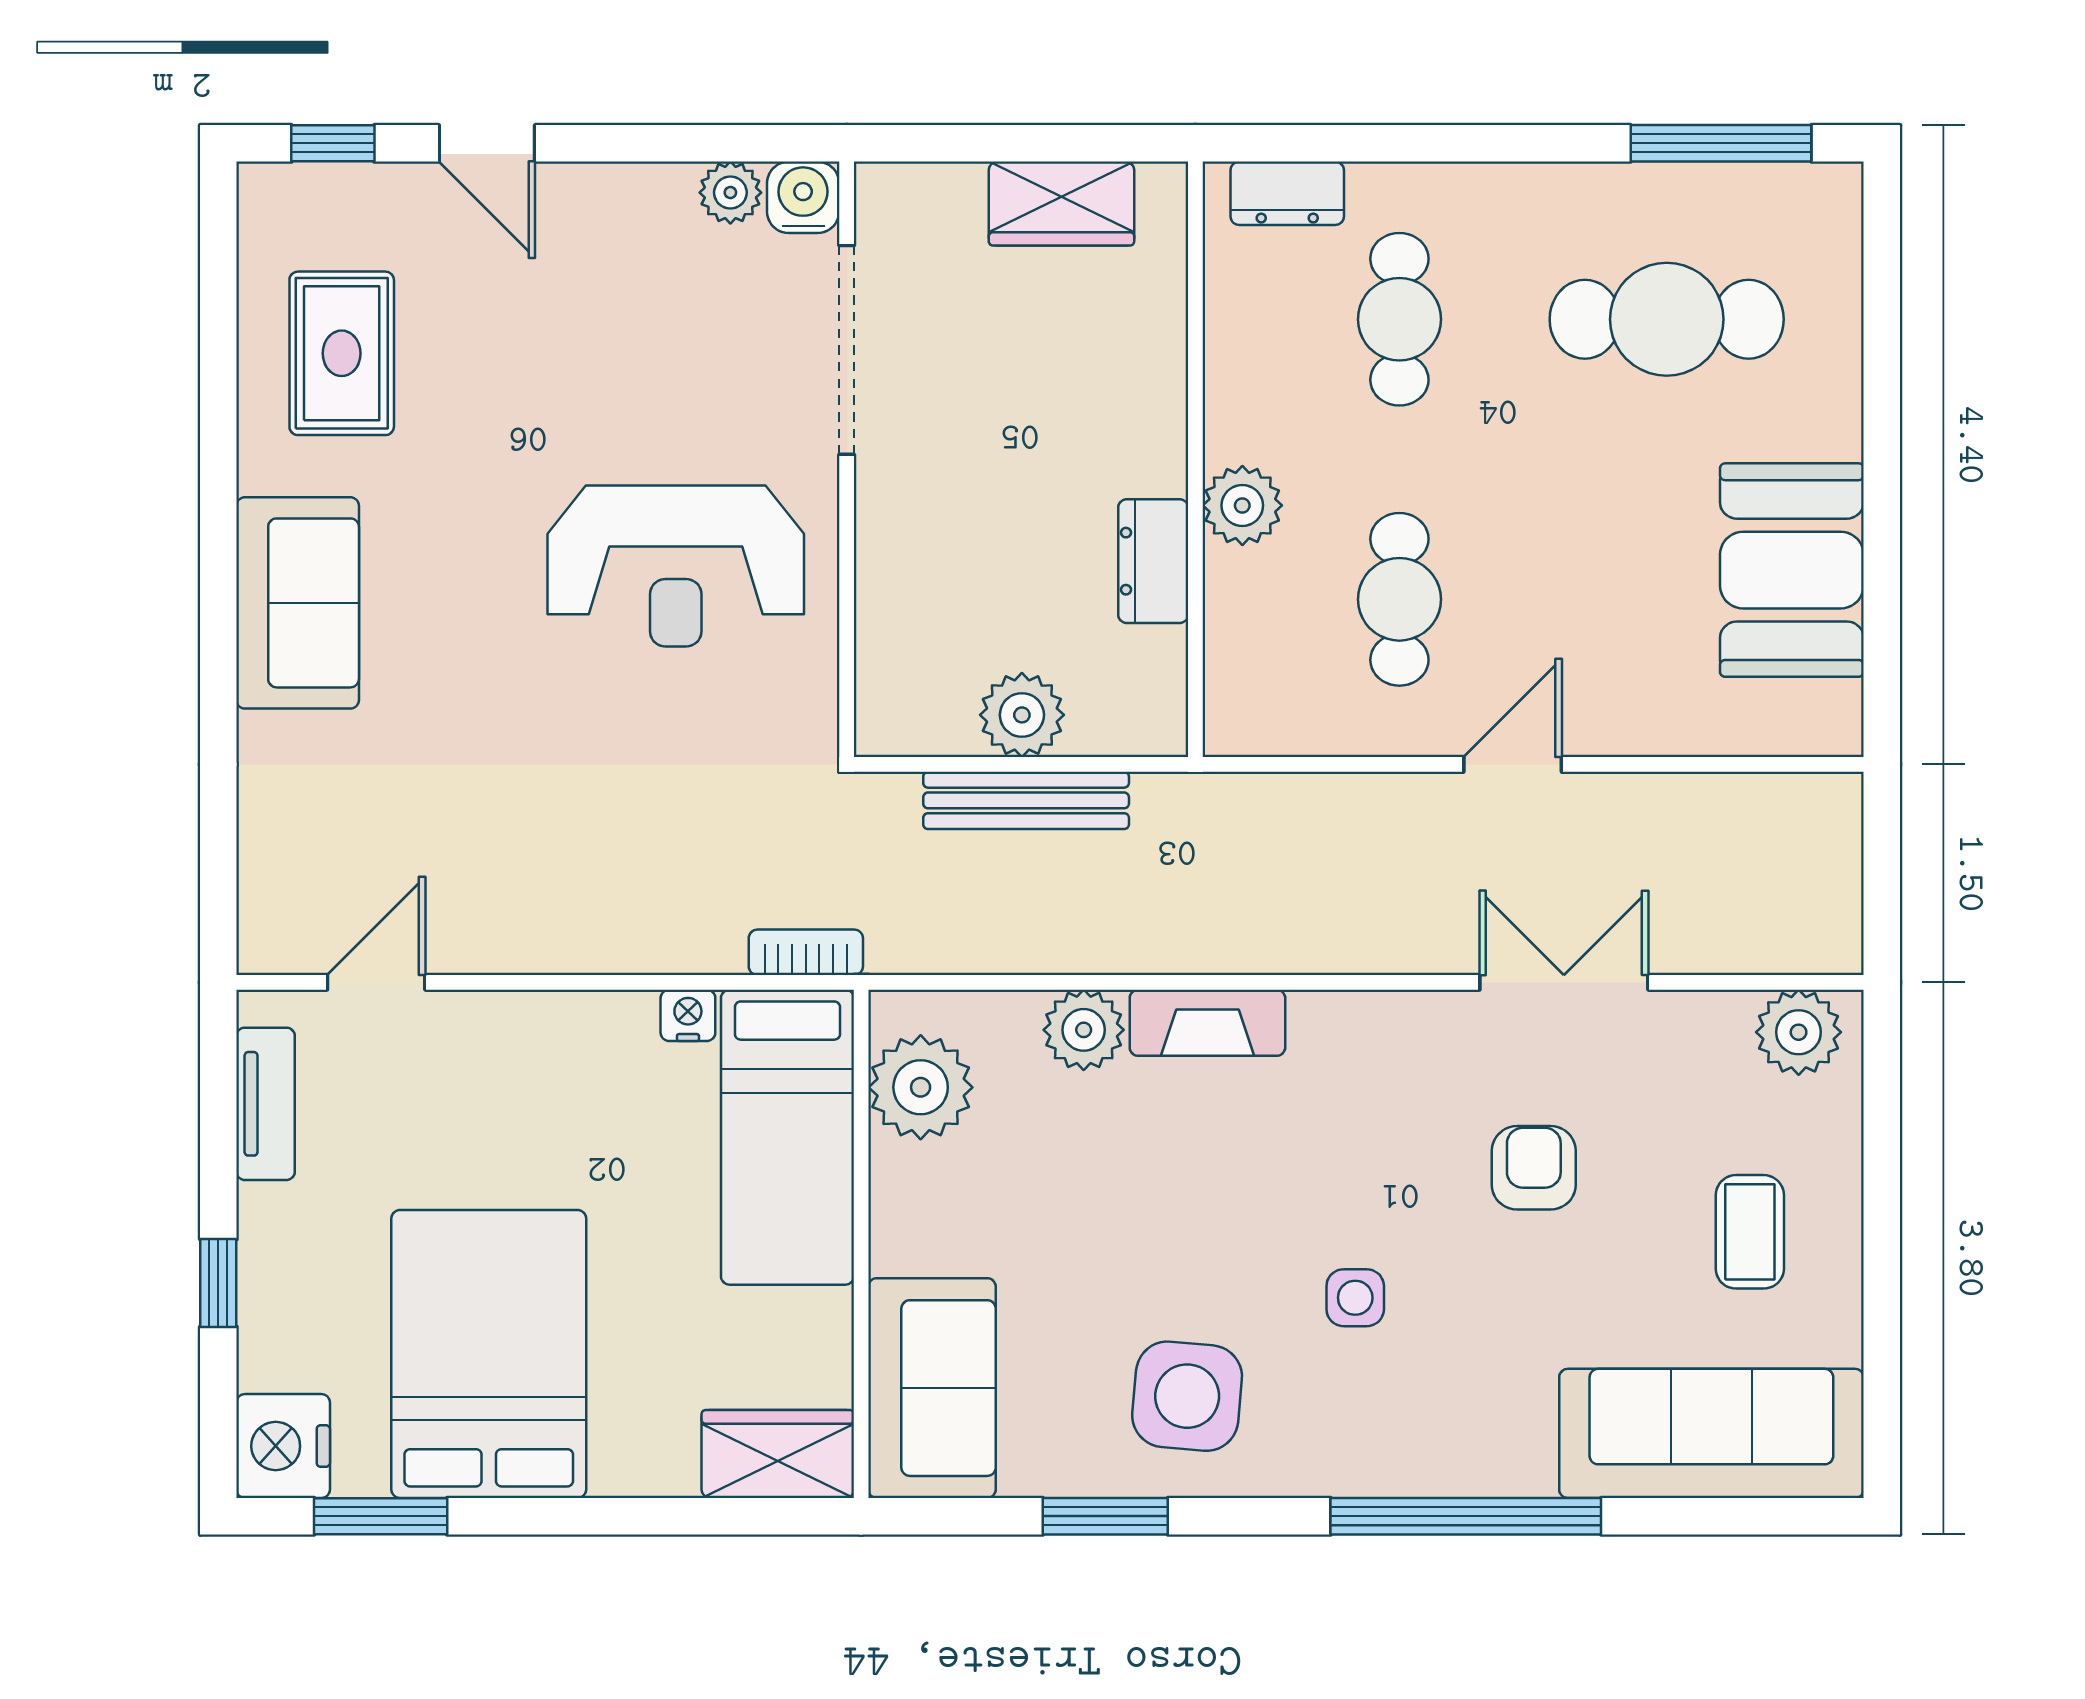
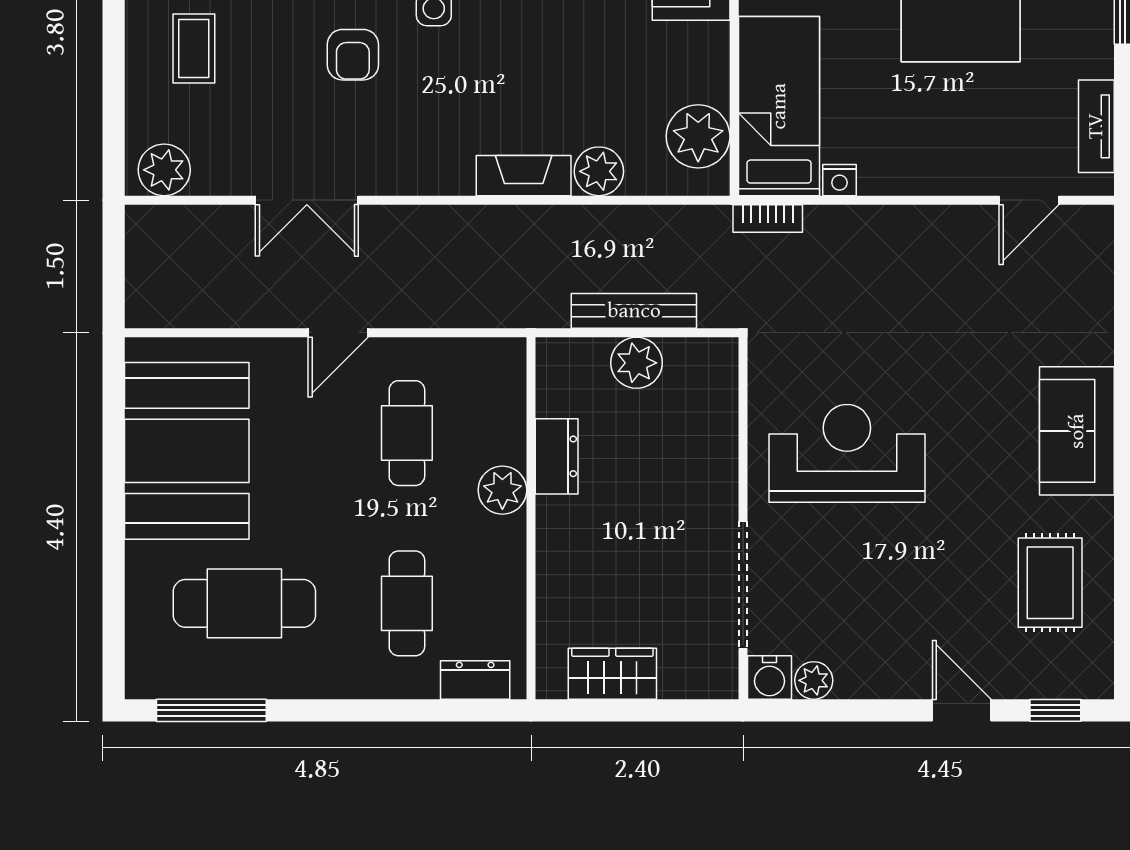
booth: (1792, 570) -> (187, 451), width x1.36, depth x1.42
armchair: (1534, 1168) -> (353, 55), moved

